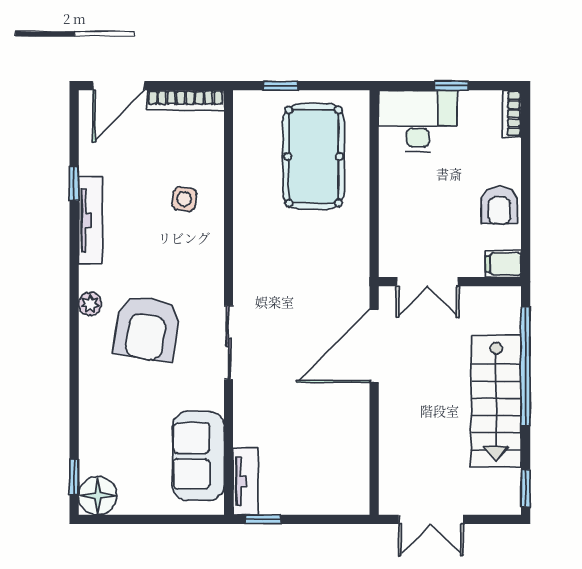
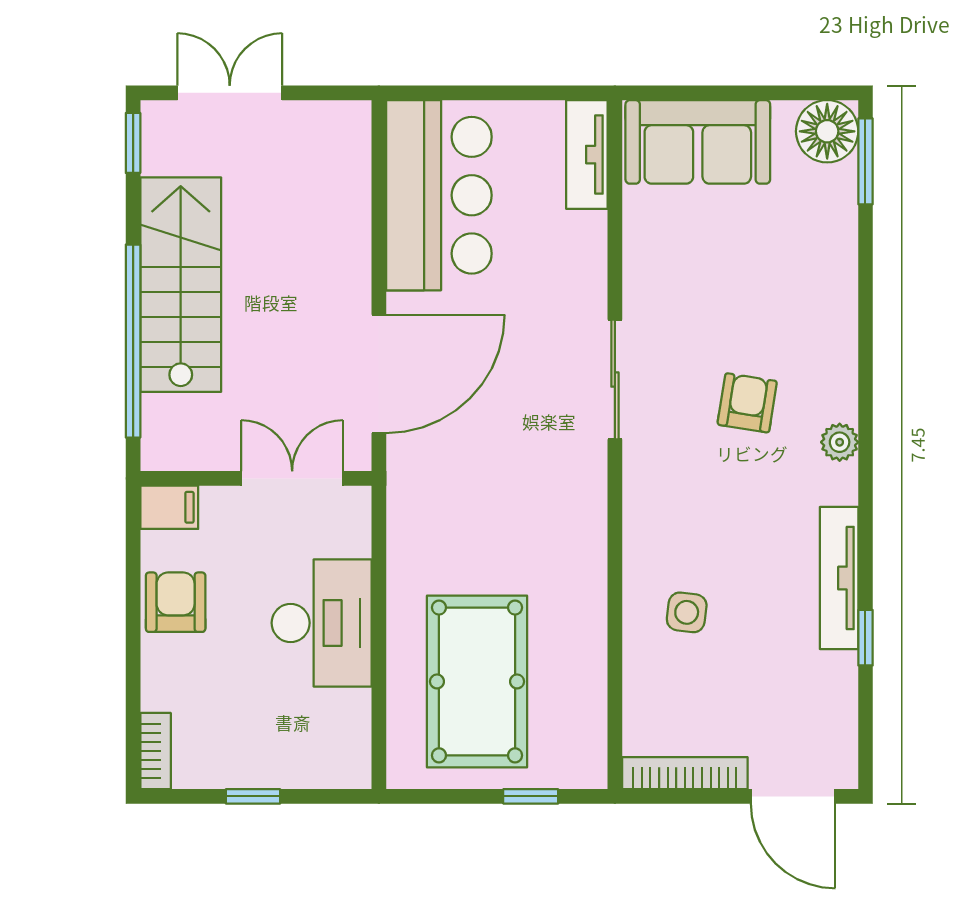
door: (119, 86) -> (793, 796), swing flipped
desk: (418, 121) -> (322, 623), moved, turned -90
armchair: (147, 328) -> (747, 403), width x0.53, depth x0.53
sofa: (198, 456) -> (698, 142), moved, turned 90
bar counter: (337, 456) -> (439, 195), added
window: (74, 477) -> (865, 161), width x1.50
window: (263, 519) -> (559, 93), removed
double door: (431, 519) -> (230, 93), moved

